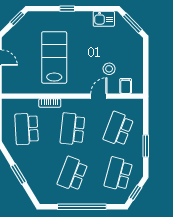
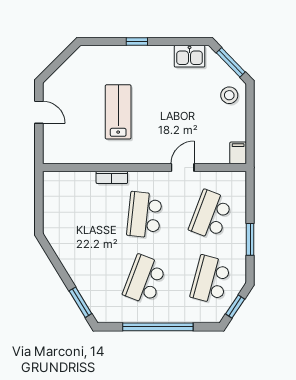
window: (17, 18) -> (65, 56), removed
lab bench: (54, 57) -> (118, 112), width x0.73, depth x0.72
stool: (109, 69) -> (229, 95), moved
filing cabinet: (126, 86) -> (238, 153), moved
school desk: (27, 129) -> (78, 215), removed
window: (18, 174) -> (80, 302), moved

